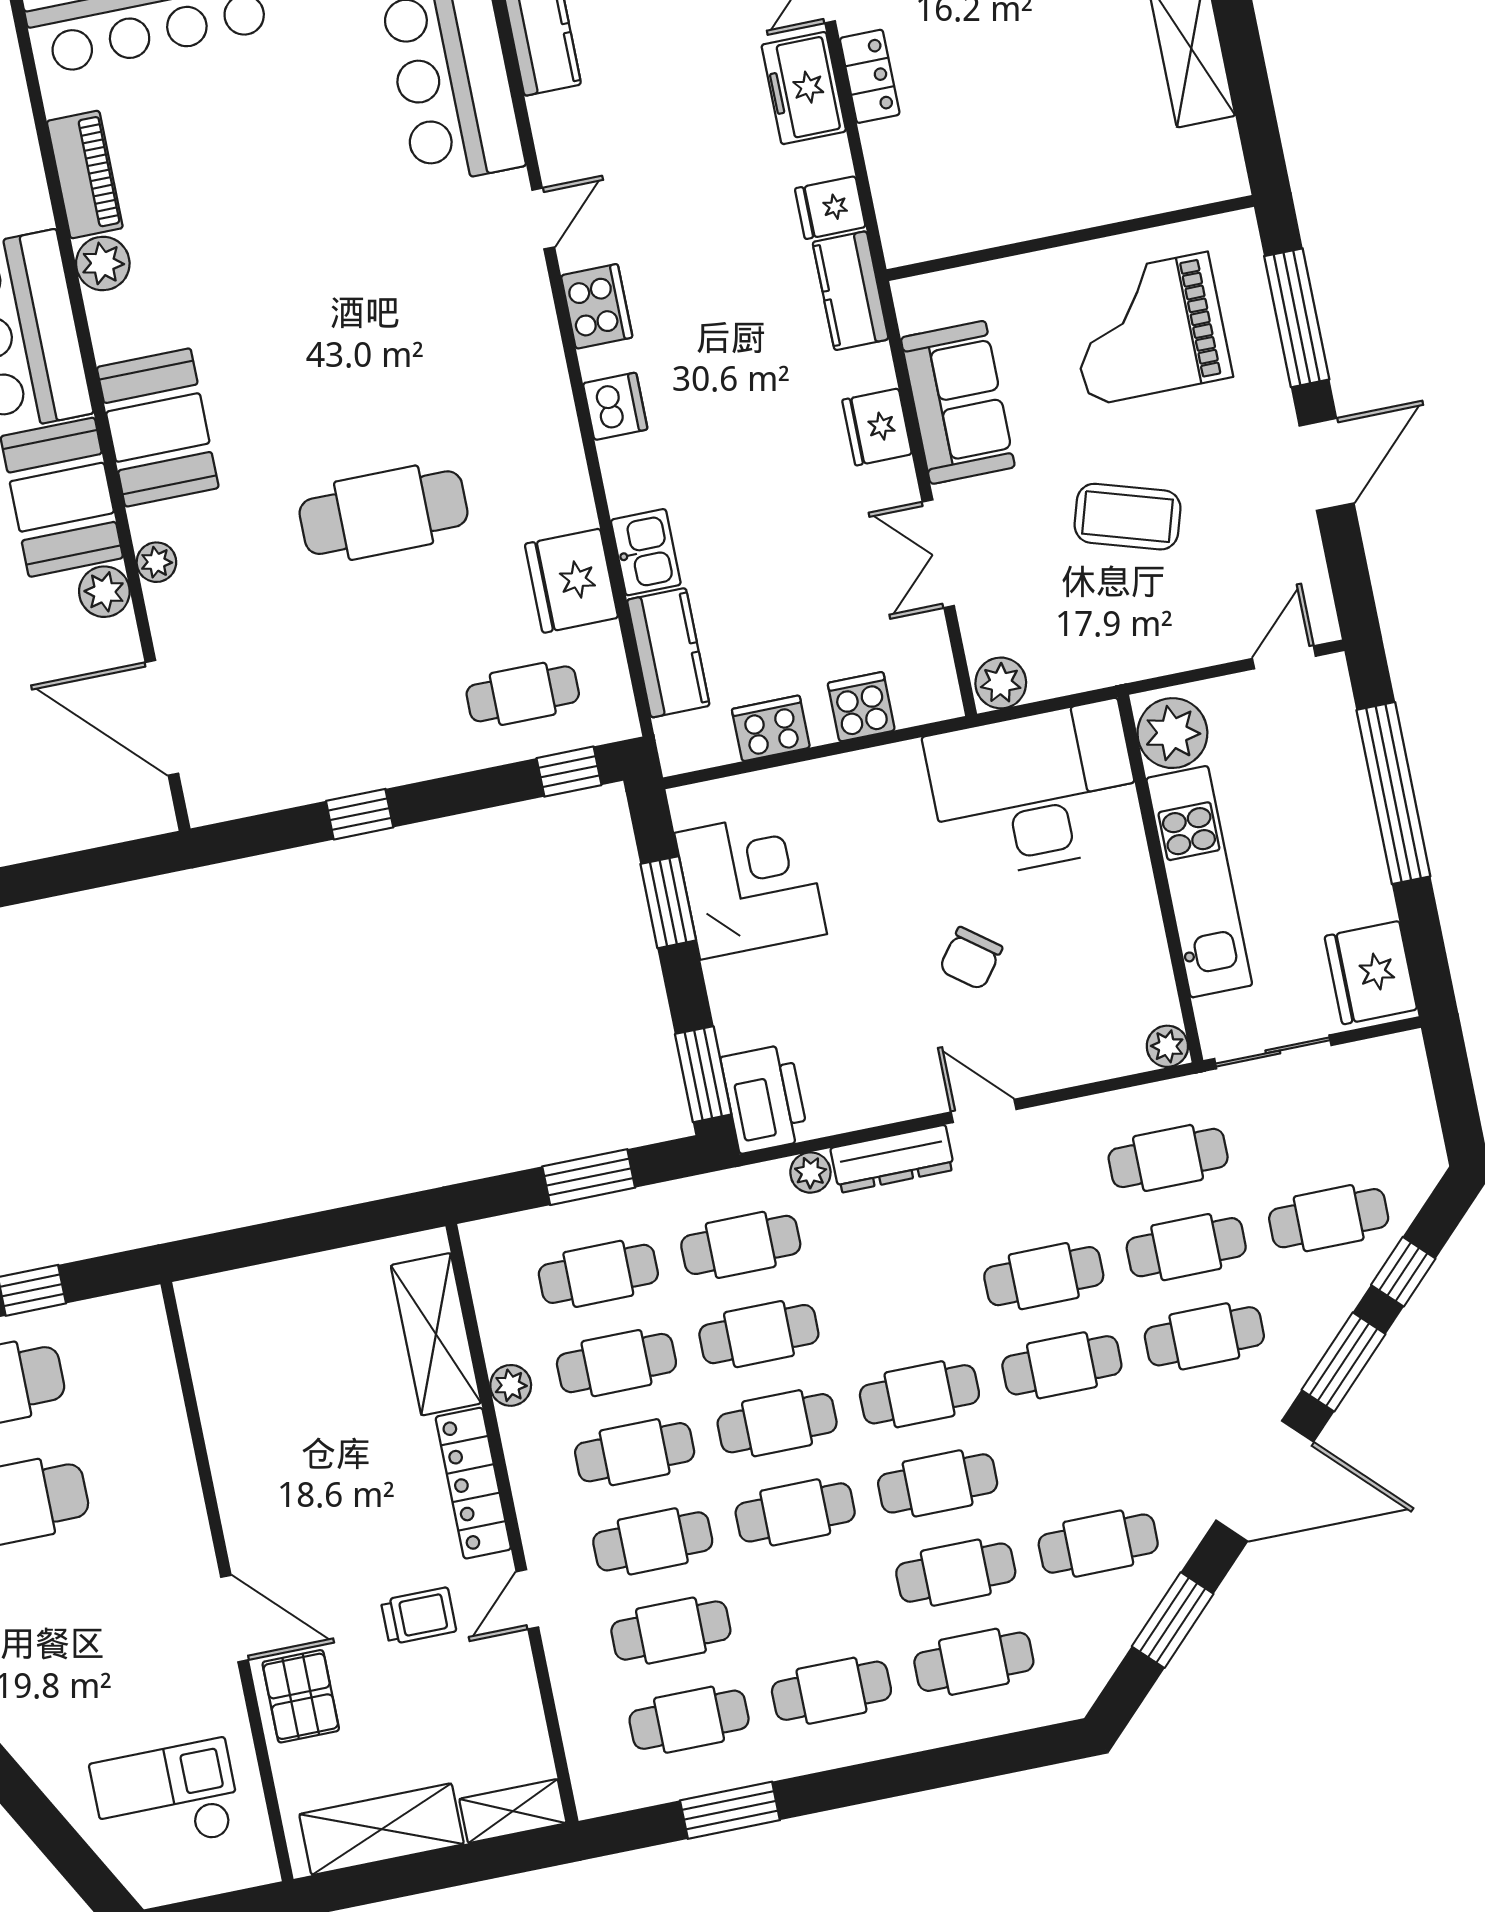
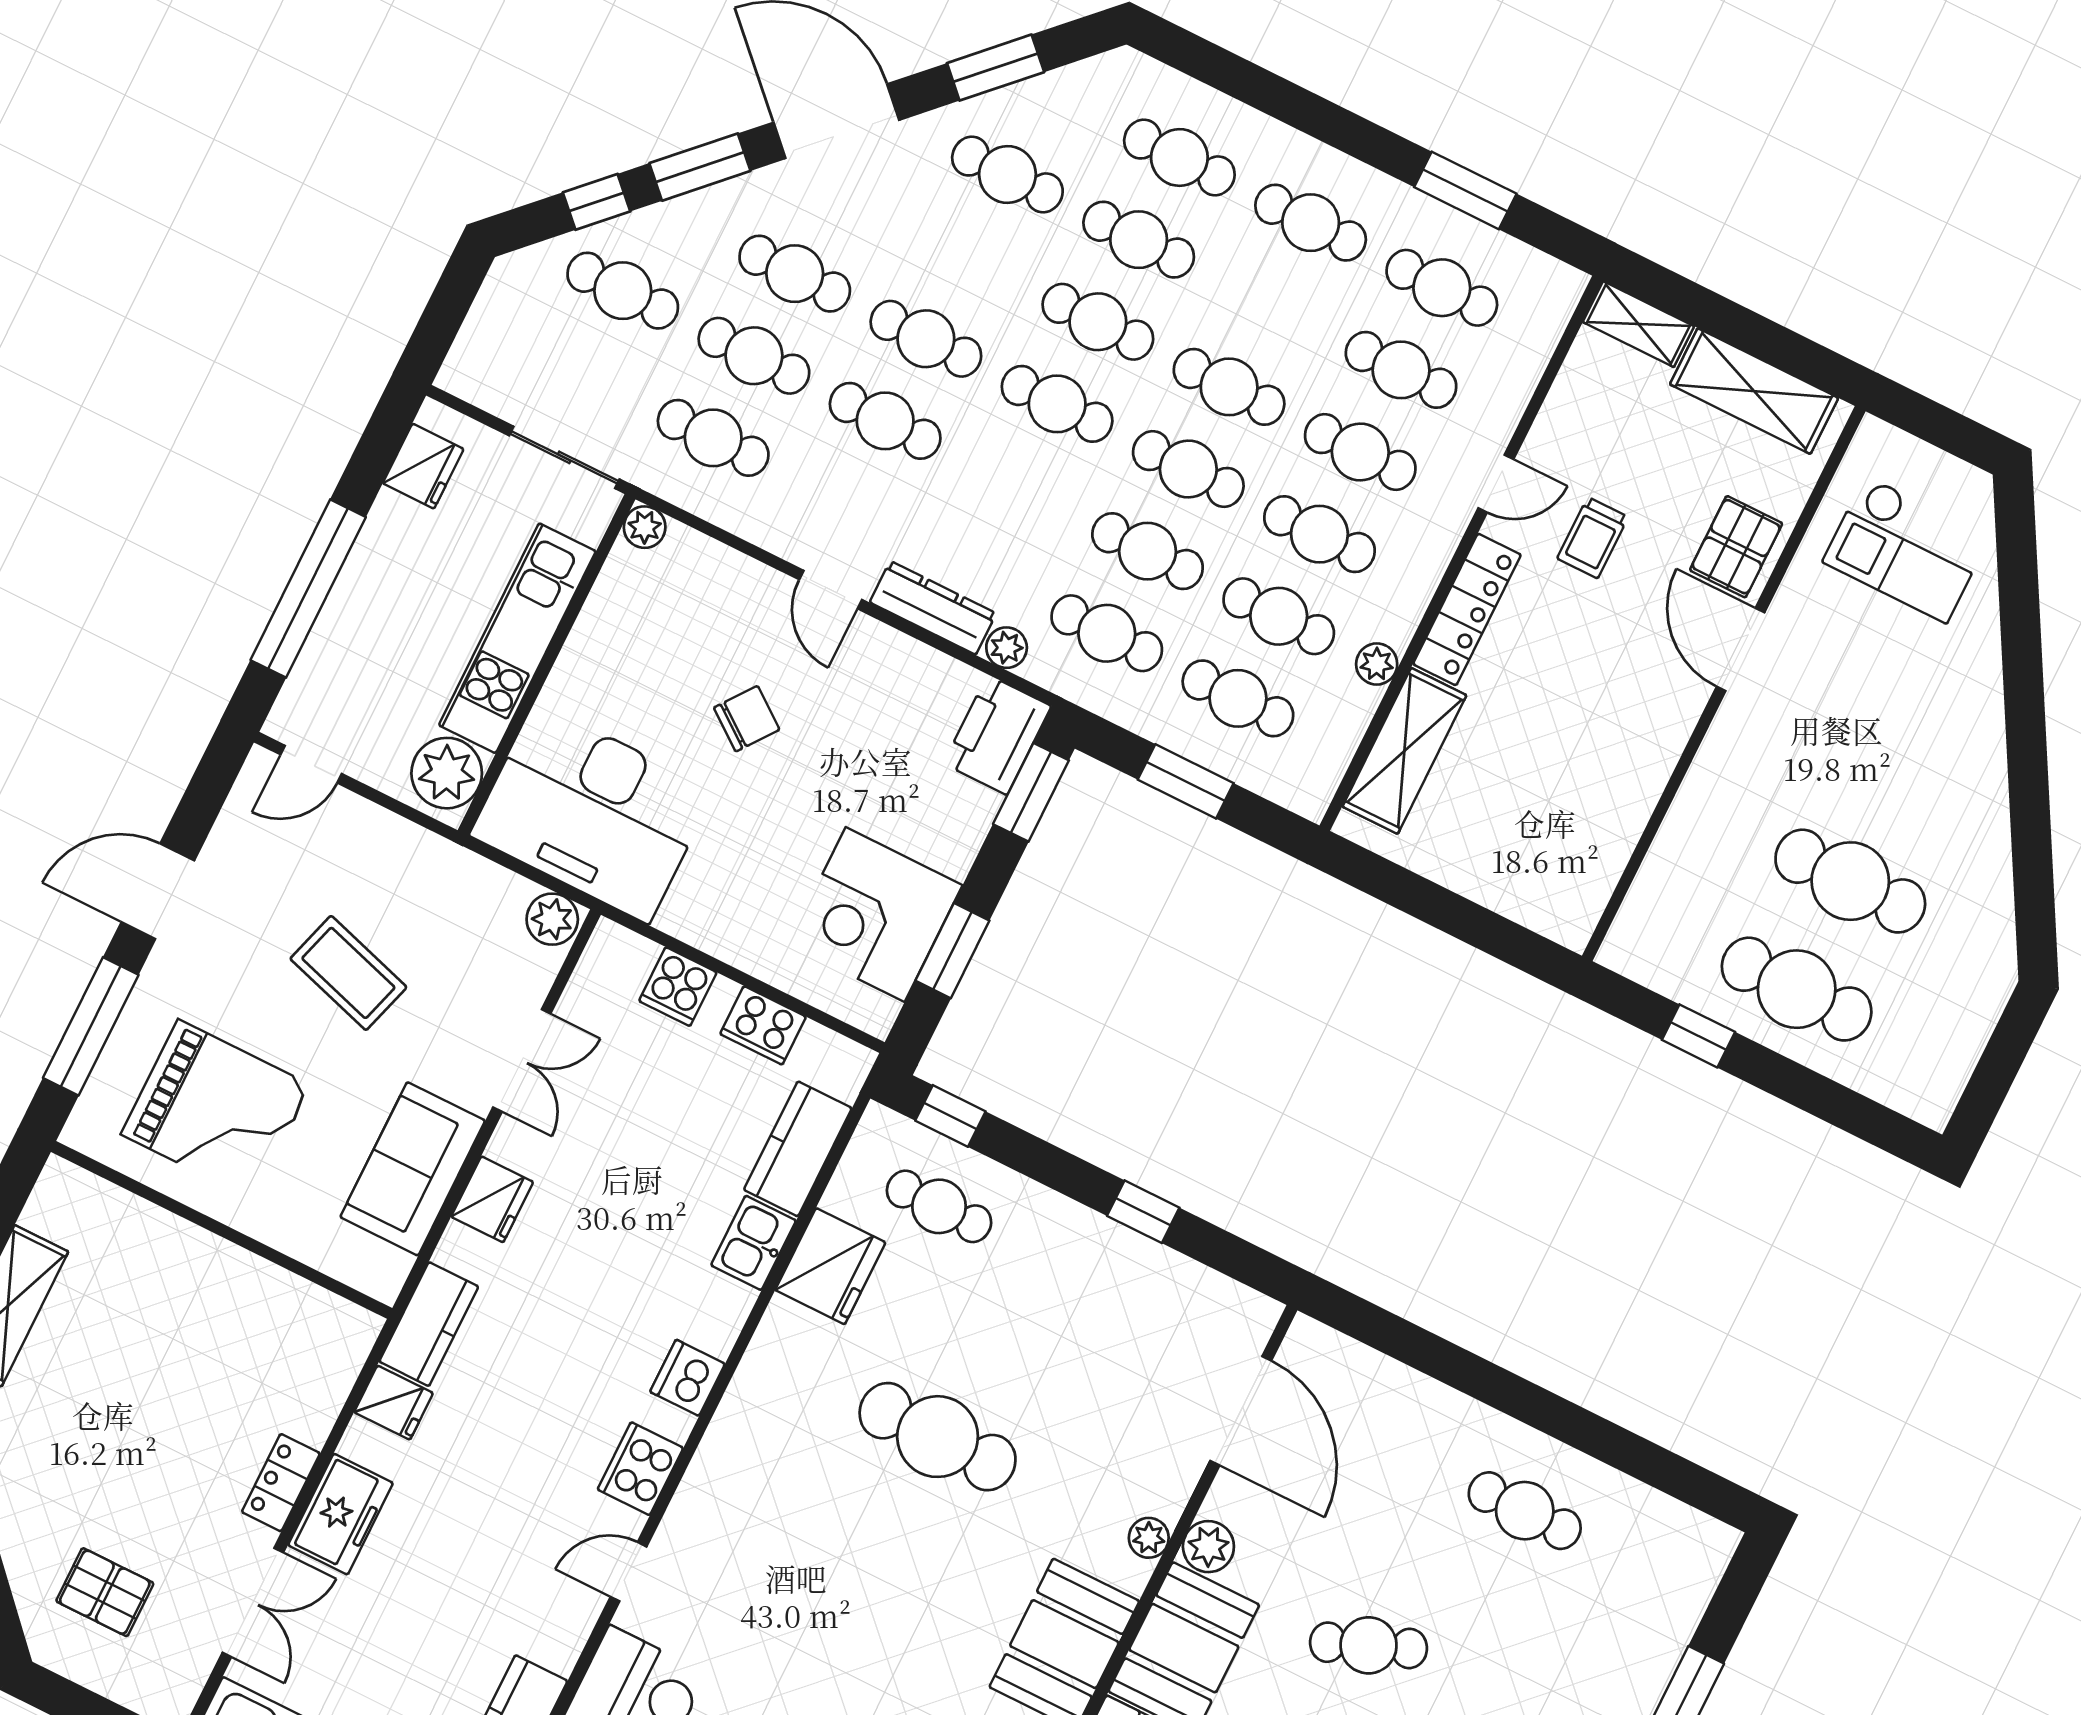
fridge: (1371, 973) -> (423, 466), width x0.73, depth x0.75
trolley: (419, 1616) -> (1593, 538), turned -90

